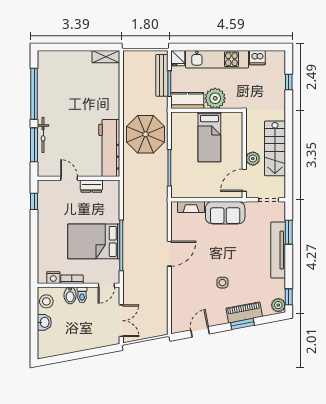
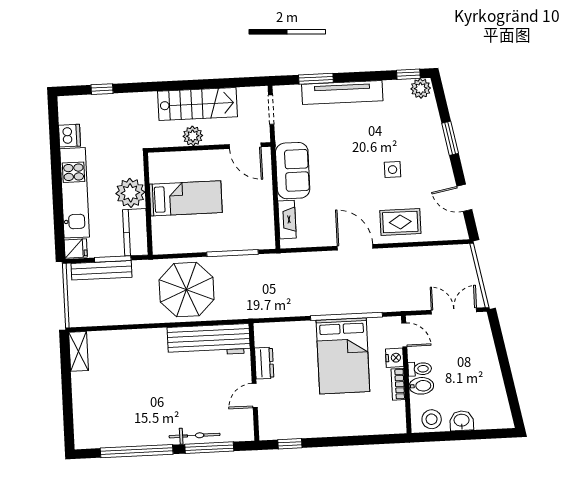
plant: (253, 159) -> (193, 136), moved
nightstand: (53, 278) -> (395, 358), moved
rug: (185, 286) -> (400, 222), added
piano: (244, 312) -> (433, 136), removed

